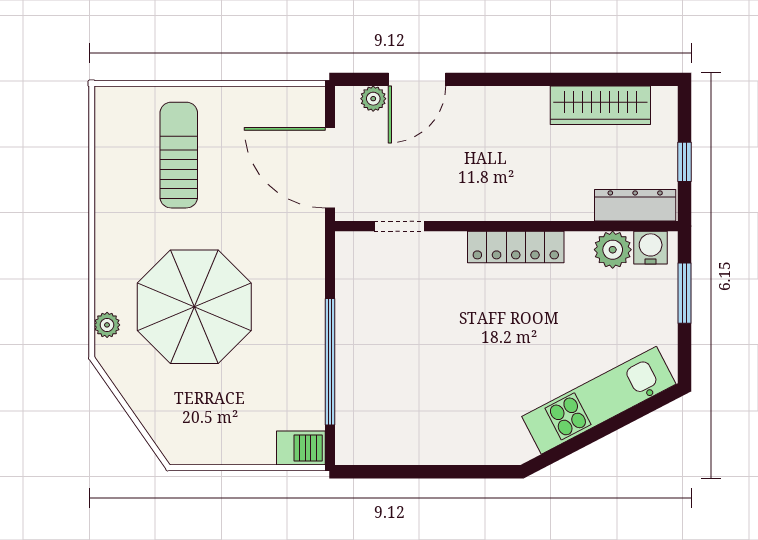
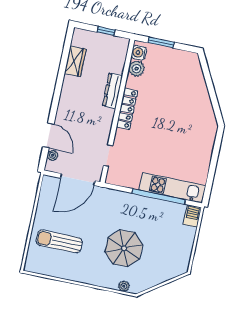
wardrobe: (600, 105) -> (75, 61), width x0.67
dresser: (635, 205) -> (113, 91), moved
parasol: (194, 307) -> (124, 248), width x0.73, depth x0.73
kitchen unit: (599, 400) -> (172, 188), moved, turned 117

